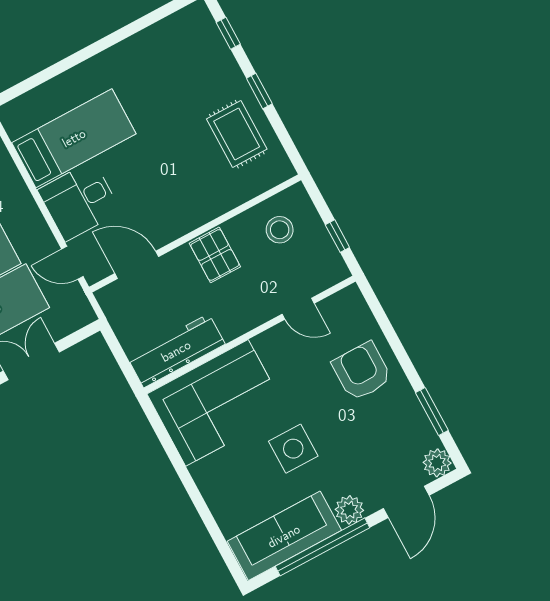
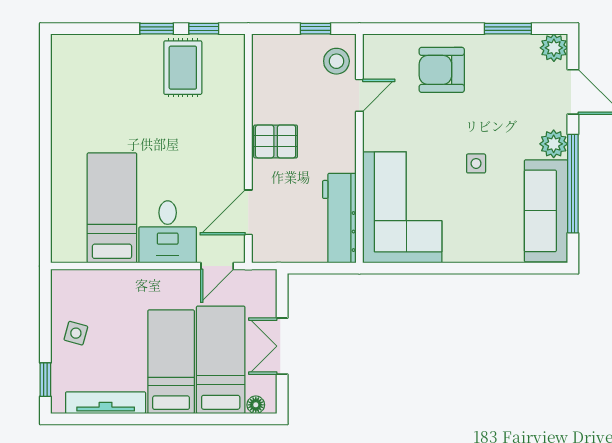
window: (228, 33) -> (204, 29), moved
rug: (237, 134) -> (183, 68), turned 90
stool: (280, 230) -> (336, 61), moved
side table: (293, 449) -> (476, 163), width x0.54, depth x0.54

